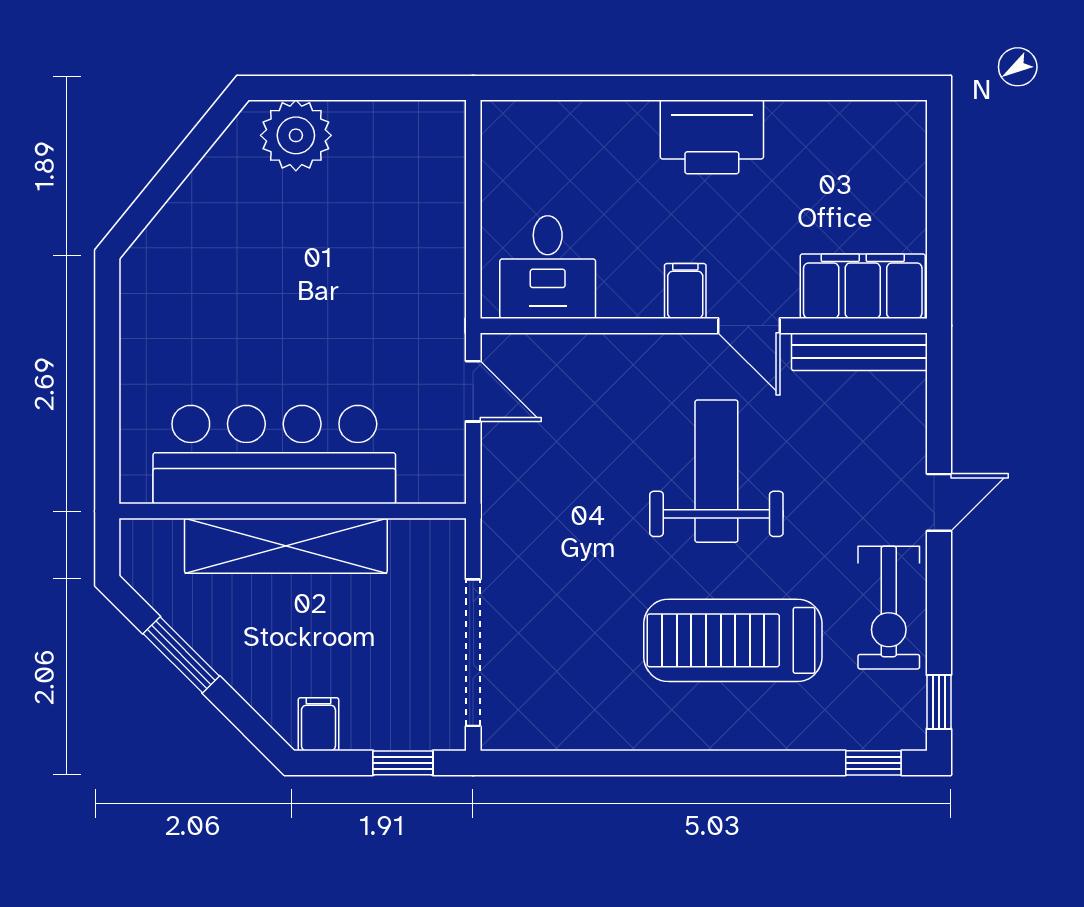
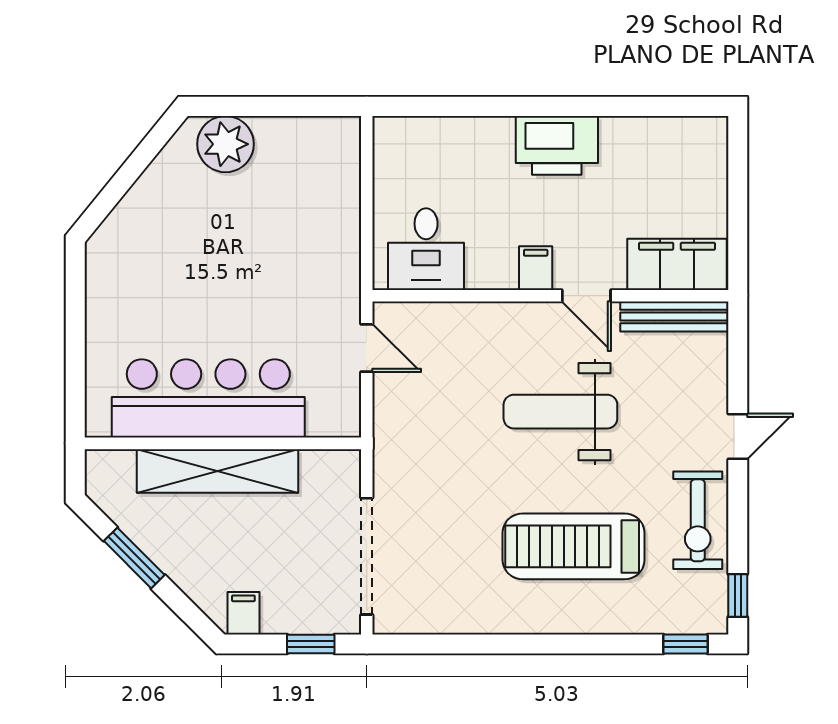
weight bench: (716, 471) -> (560, 412), turned -90

